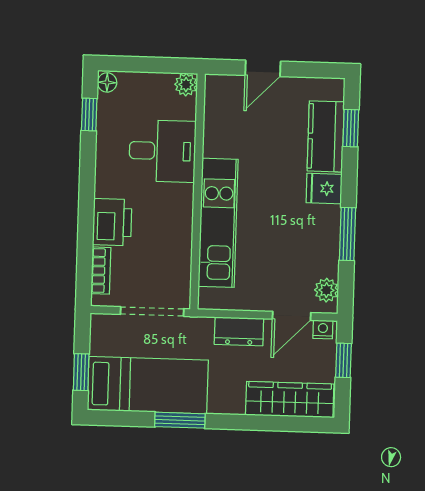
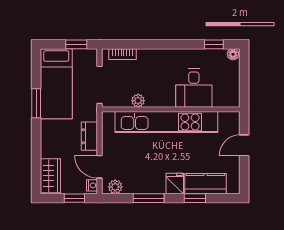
door: (263, 68) -> (244, 145), hinge flipped
plant: (186, 85) -> (138, 101), moved
window: (351, 128) -> (195, 198), moved
printer: (112, 222) -> (151, 60), removed
kitchen unit: (218, 223) -> (166, 122), width x1.36
window: (81, 372) -> (76, 44), moved
wardrobe: (290, 400) -> (50, 176), width x0.67

